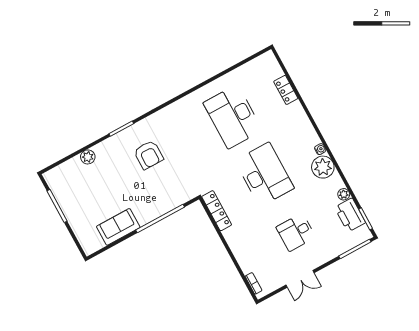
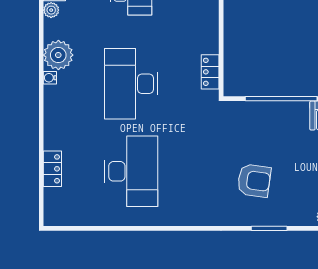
armchair: (149, 155) -> (254, 181), turned 98
locker: (217, 211) -> (210, 72), width x0.66

